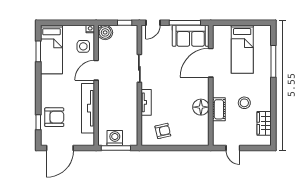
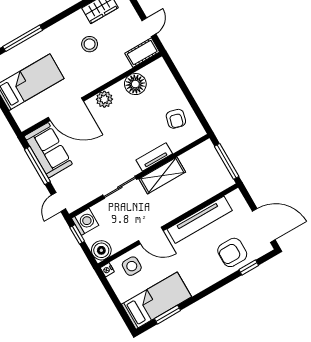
door: (153, 23) -> (58, 202), swing flipped
plant: (203, 92) -> (104, 99), added
shelving: (131, 101) -> (162, 175), added
floor lamp: (201, 107) -> (135, 84), moved
cot: (219, 109) -> (142, 53), moved
armchair: (54, 117) -> (232, 252), turned -90
armchair: (163, 131) -> (176, 119), turned -152
washing machine: (115, 138) -> (85, 222), moved, turned 180

